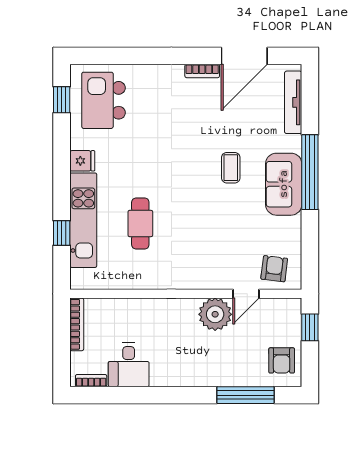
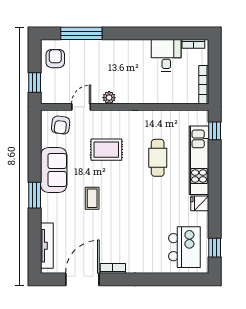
window: (310, 172) -> (35, 195), width x0.47
sofa: (284, 184) -> (54, 170), moved
window: (62, 233) -> (215, 131), moved
rug: (211, 235) -> (106, 150), added
plant: (215, 314) -> (109, 98), width x0.53, depth x0.53

